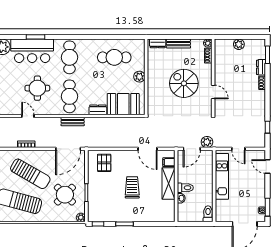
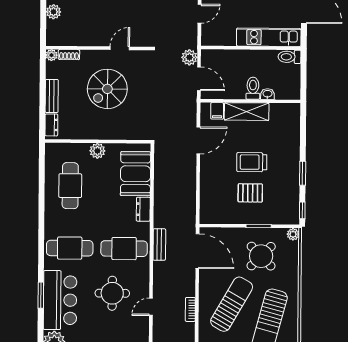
pallet: (104, 163) -> (250, 193), moved
kitchen unit: (222, 176) -> (269, 37), moved

